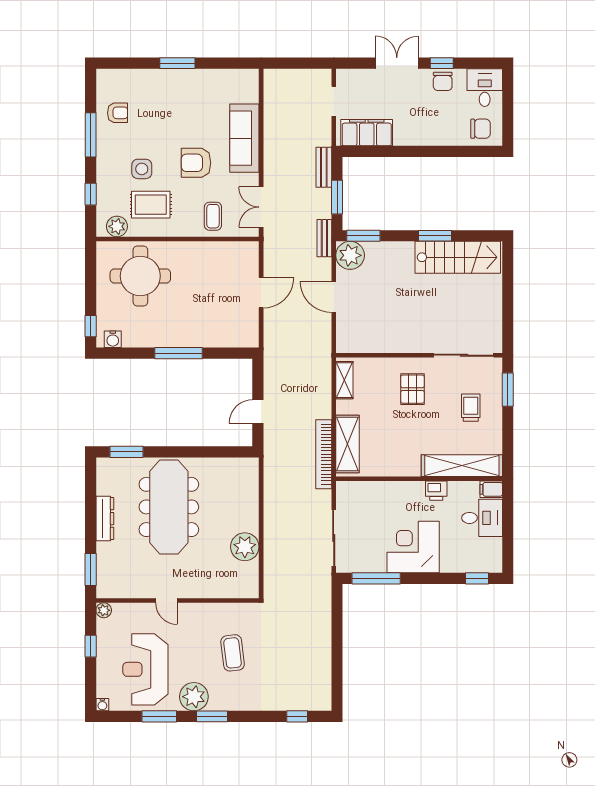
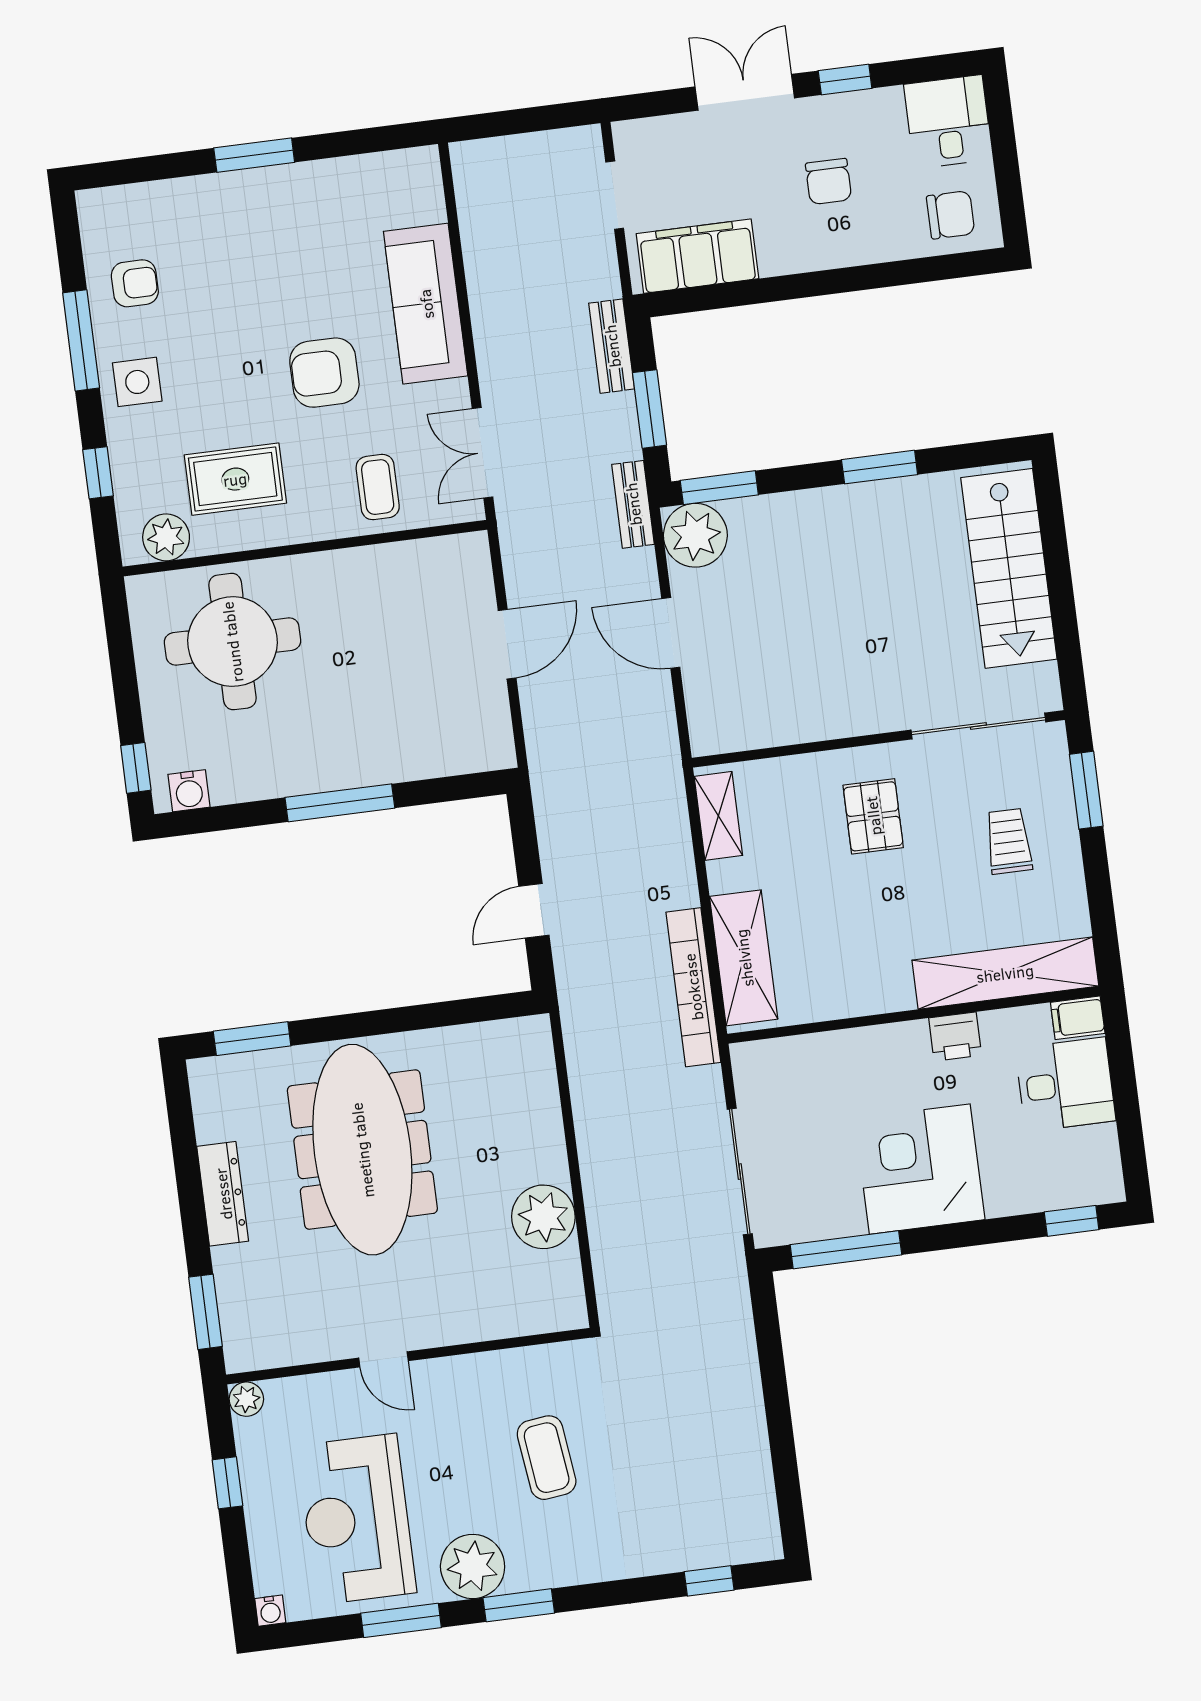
chair: (443, 81) -> (829, 181), moved
side table: (142, 169) -> (137, 382), moved
stairs: (458, 257) -> (1009, 568), moved, turned 90

